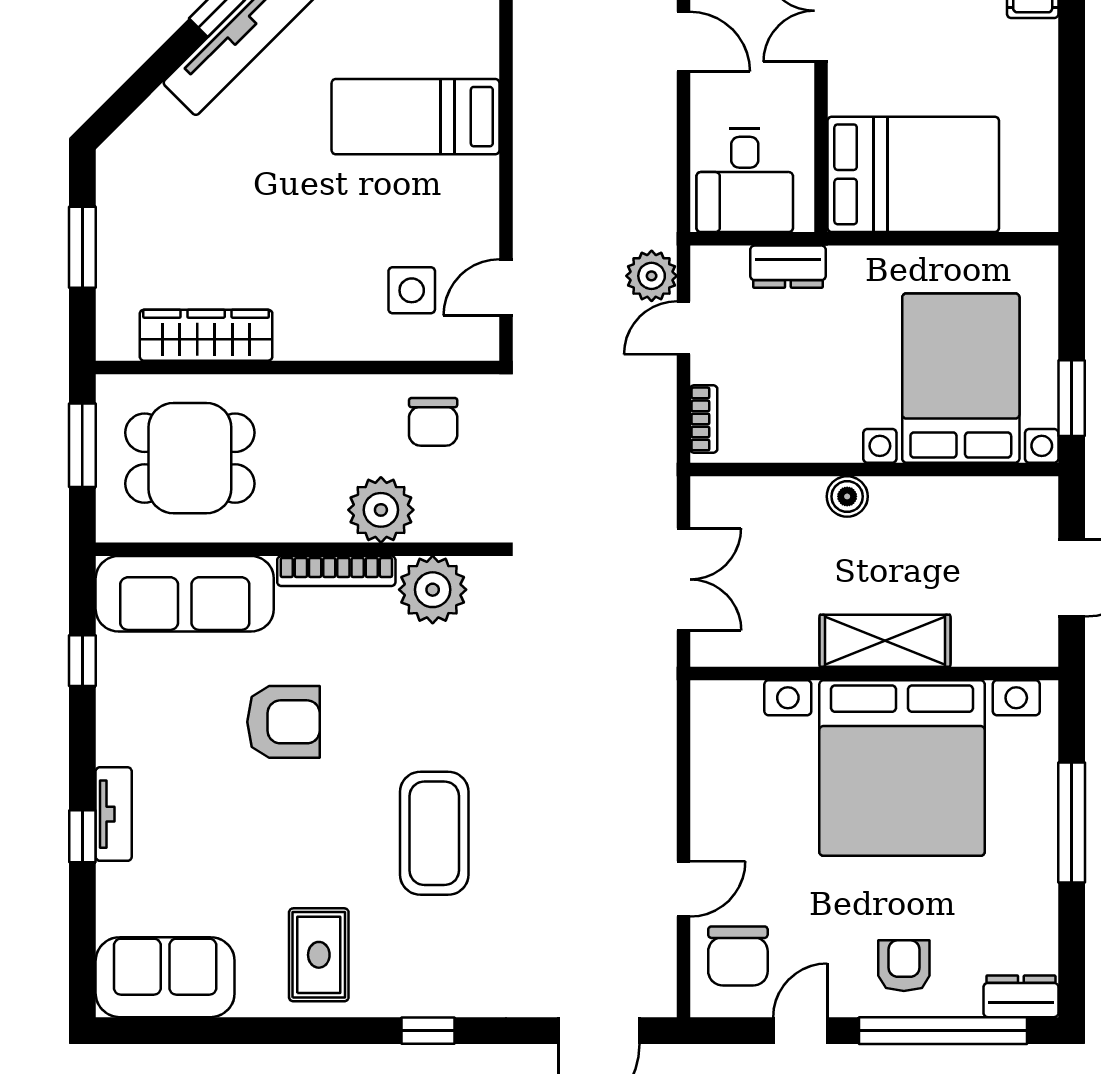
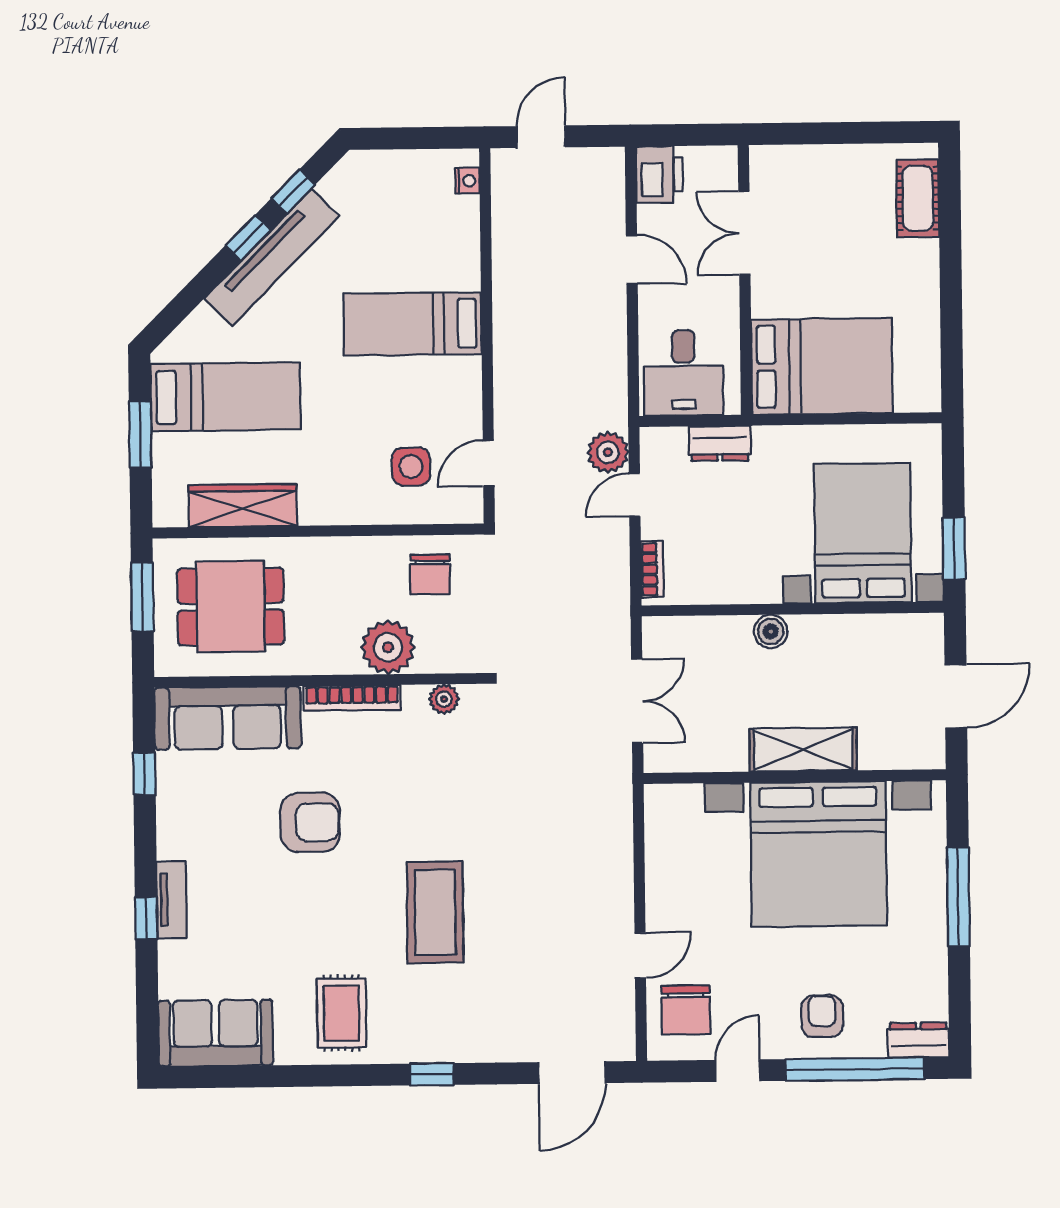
bed: (187, 202) -> (225, 397), added
plant: (433, 590) -> (444, 699), width x0.53, depth x0.53

